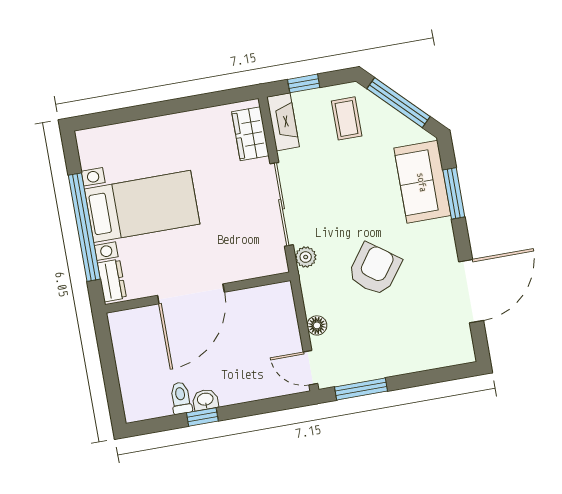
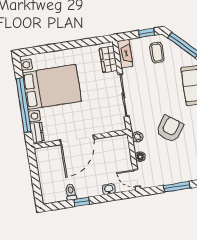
window: (304, 83) -> (147, 33), moved
bed with nightstands: (142, 206) -> (52, 87), width x1.36
plant: (306, 257) -> (137, 137), moved
window: (361, 389) -> (177, 187), moved
washbasin: (205, 400) -> (109, 189), moved

